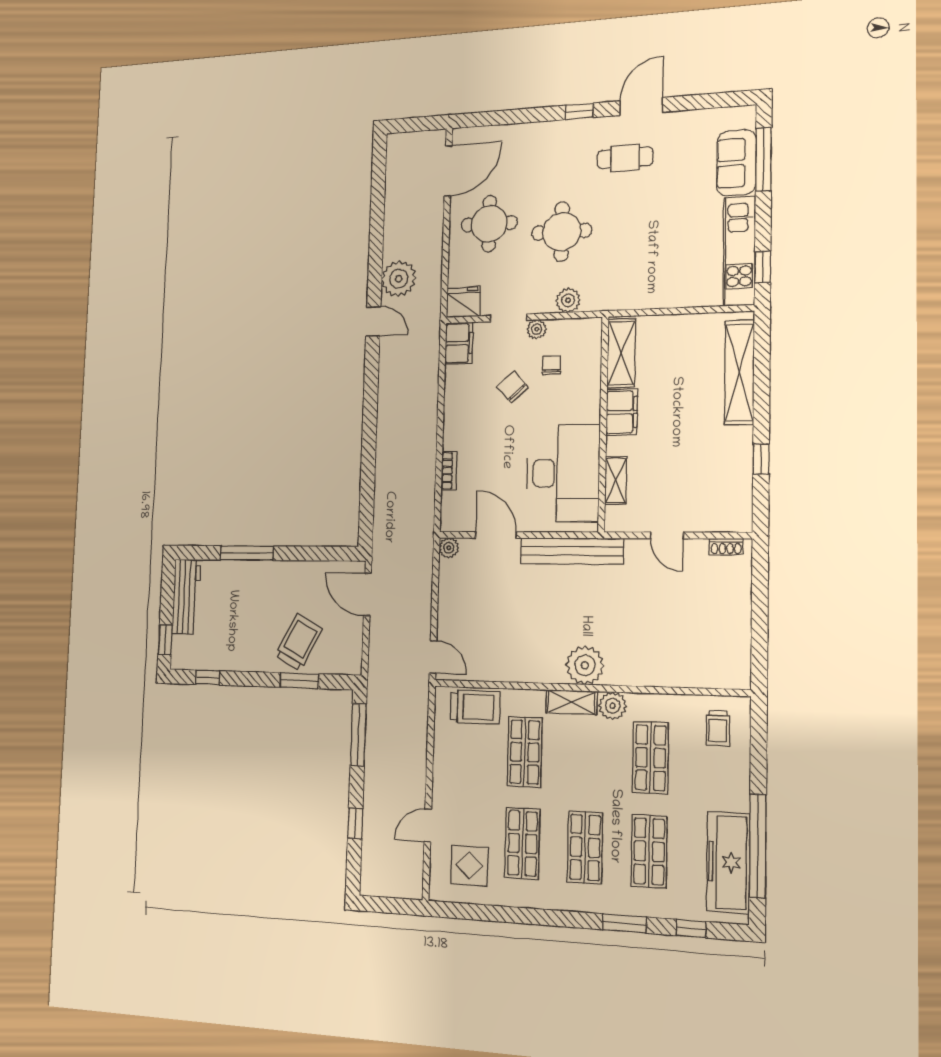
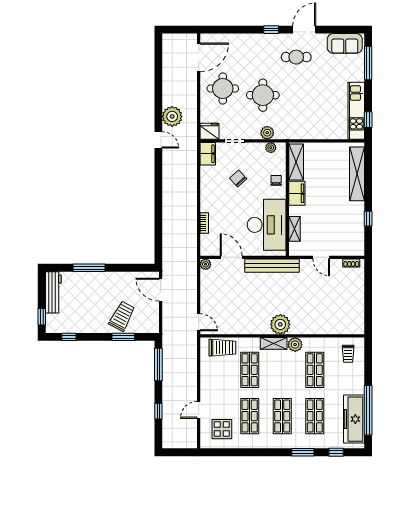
sofa: (736, 163) -> (345, 43), moved, turned -90
plant: (537, 329) -> (271, 148), moved
chair: (552, 365) -> (276, 180), moved

